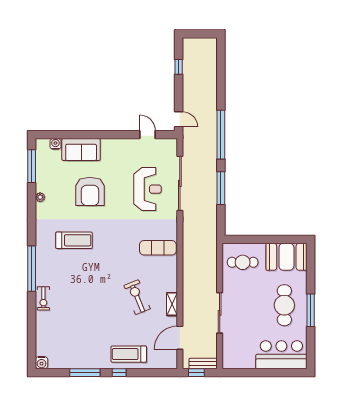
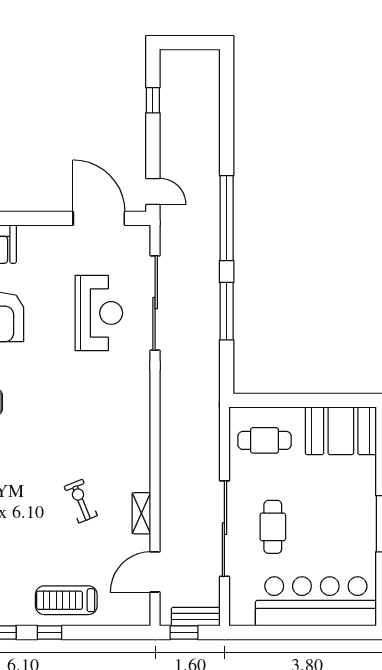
door: (148, 135) -> (99, 218), width x1.87
exercise mat: (158, 248) -> (117, 415), removed
exercise bike: (137, 297) -> (81, 501), width x0.73, depth x0.72
cafe table: (284, 305) -> (273, 527), moved, width x0.73, depth x0.74
sliding door: (220, 313) -> (224, 529), width x1.36
bar counter: (281, 355) -> (316, 601), width x1.36

